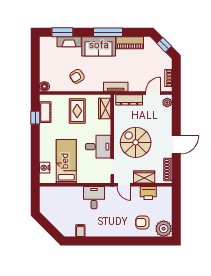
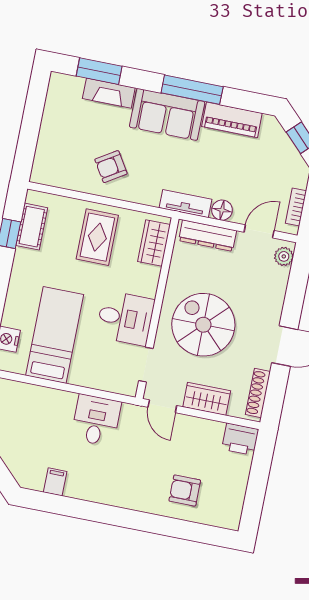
floor lamp: (44, 86) -> (222, 210), moved
printer: (148, 193) -> (240, 439), moved
plant: (164, 229) -> (225, 512), removed

